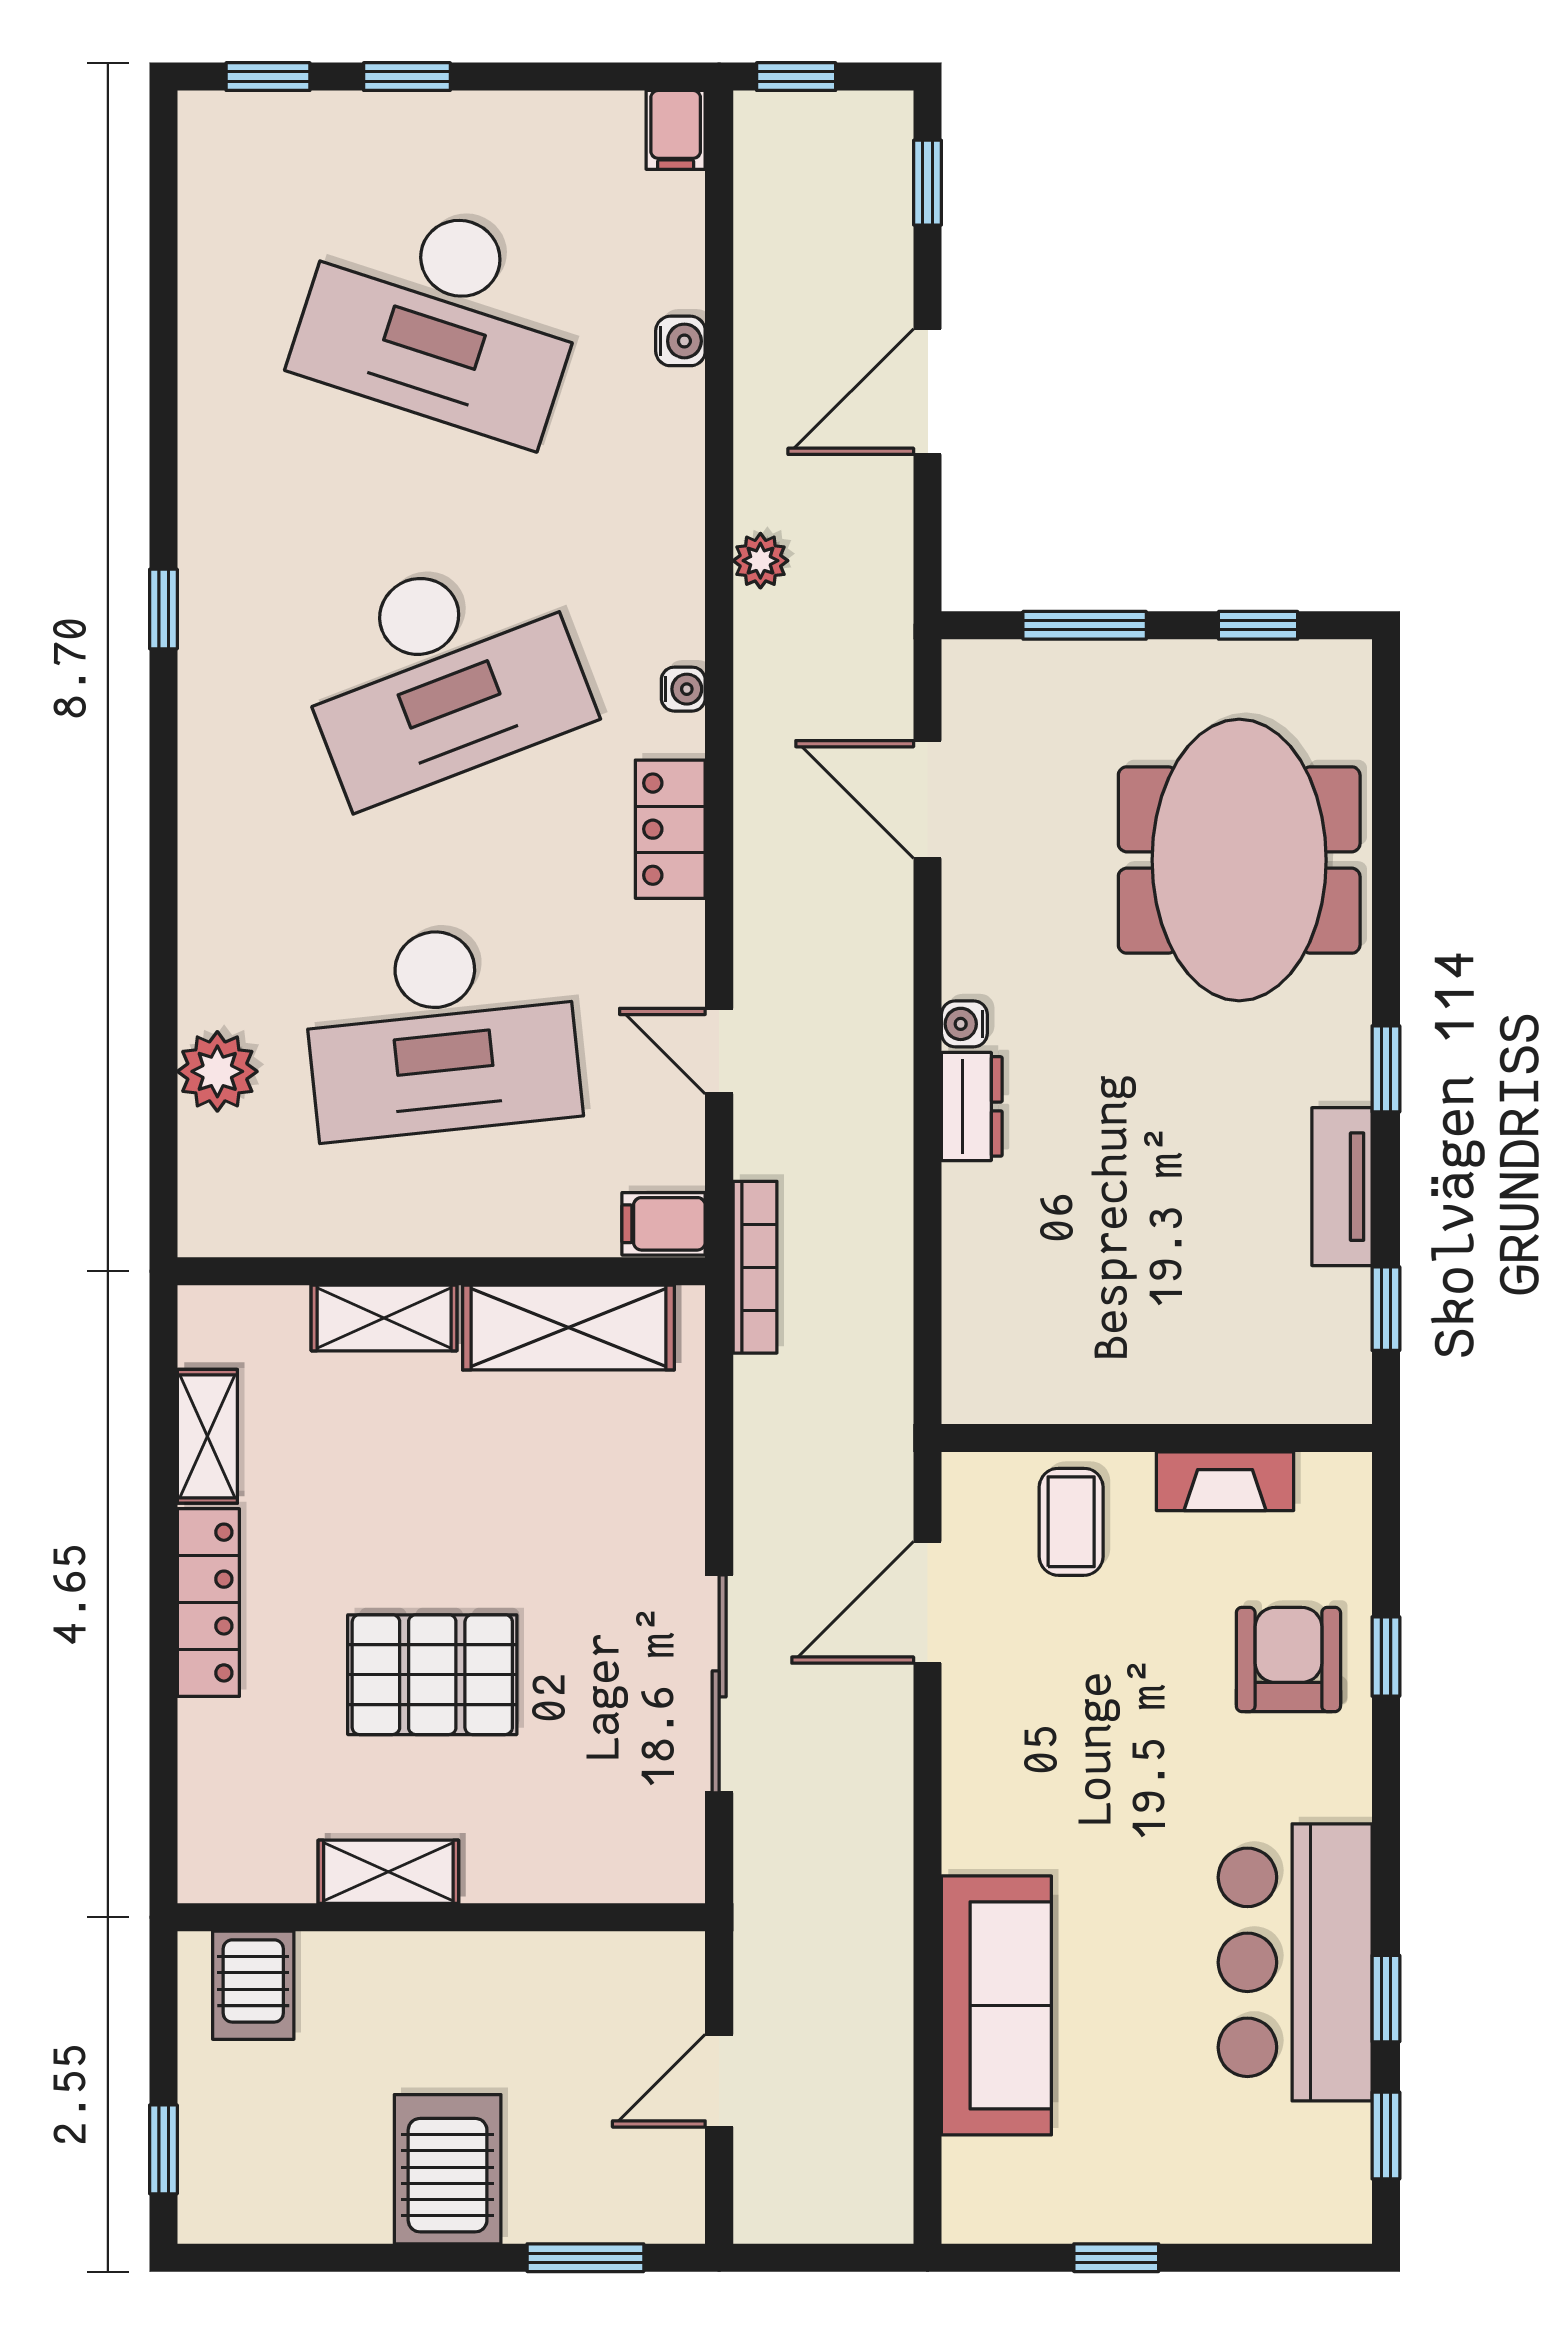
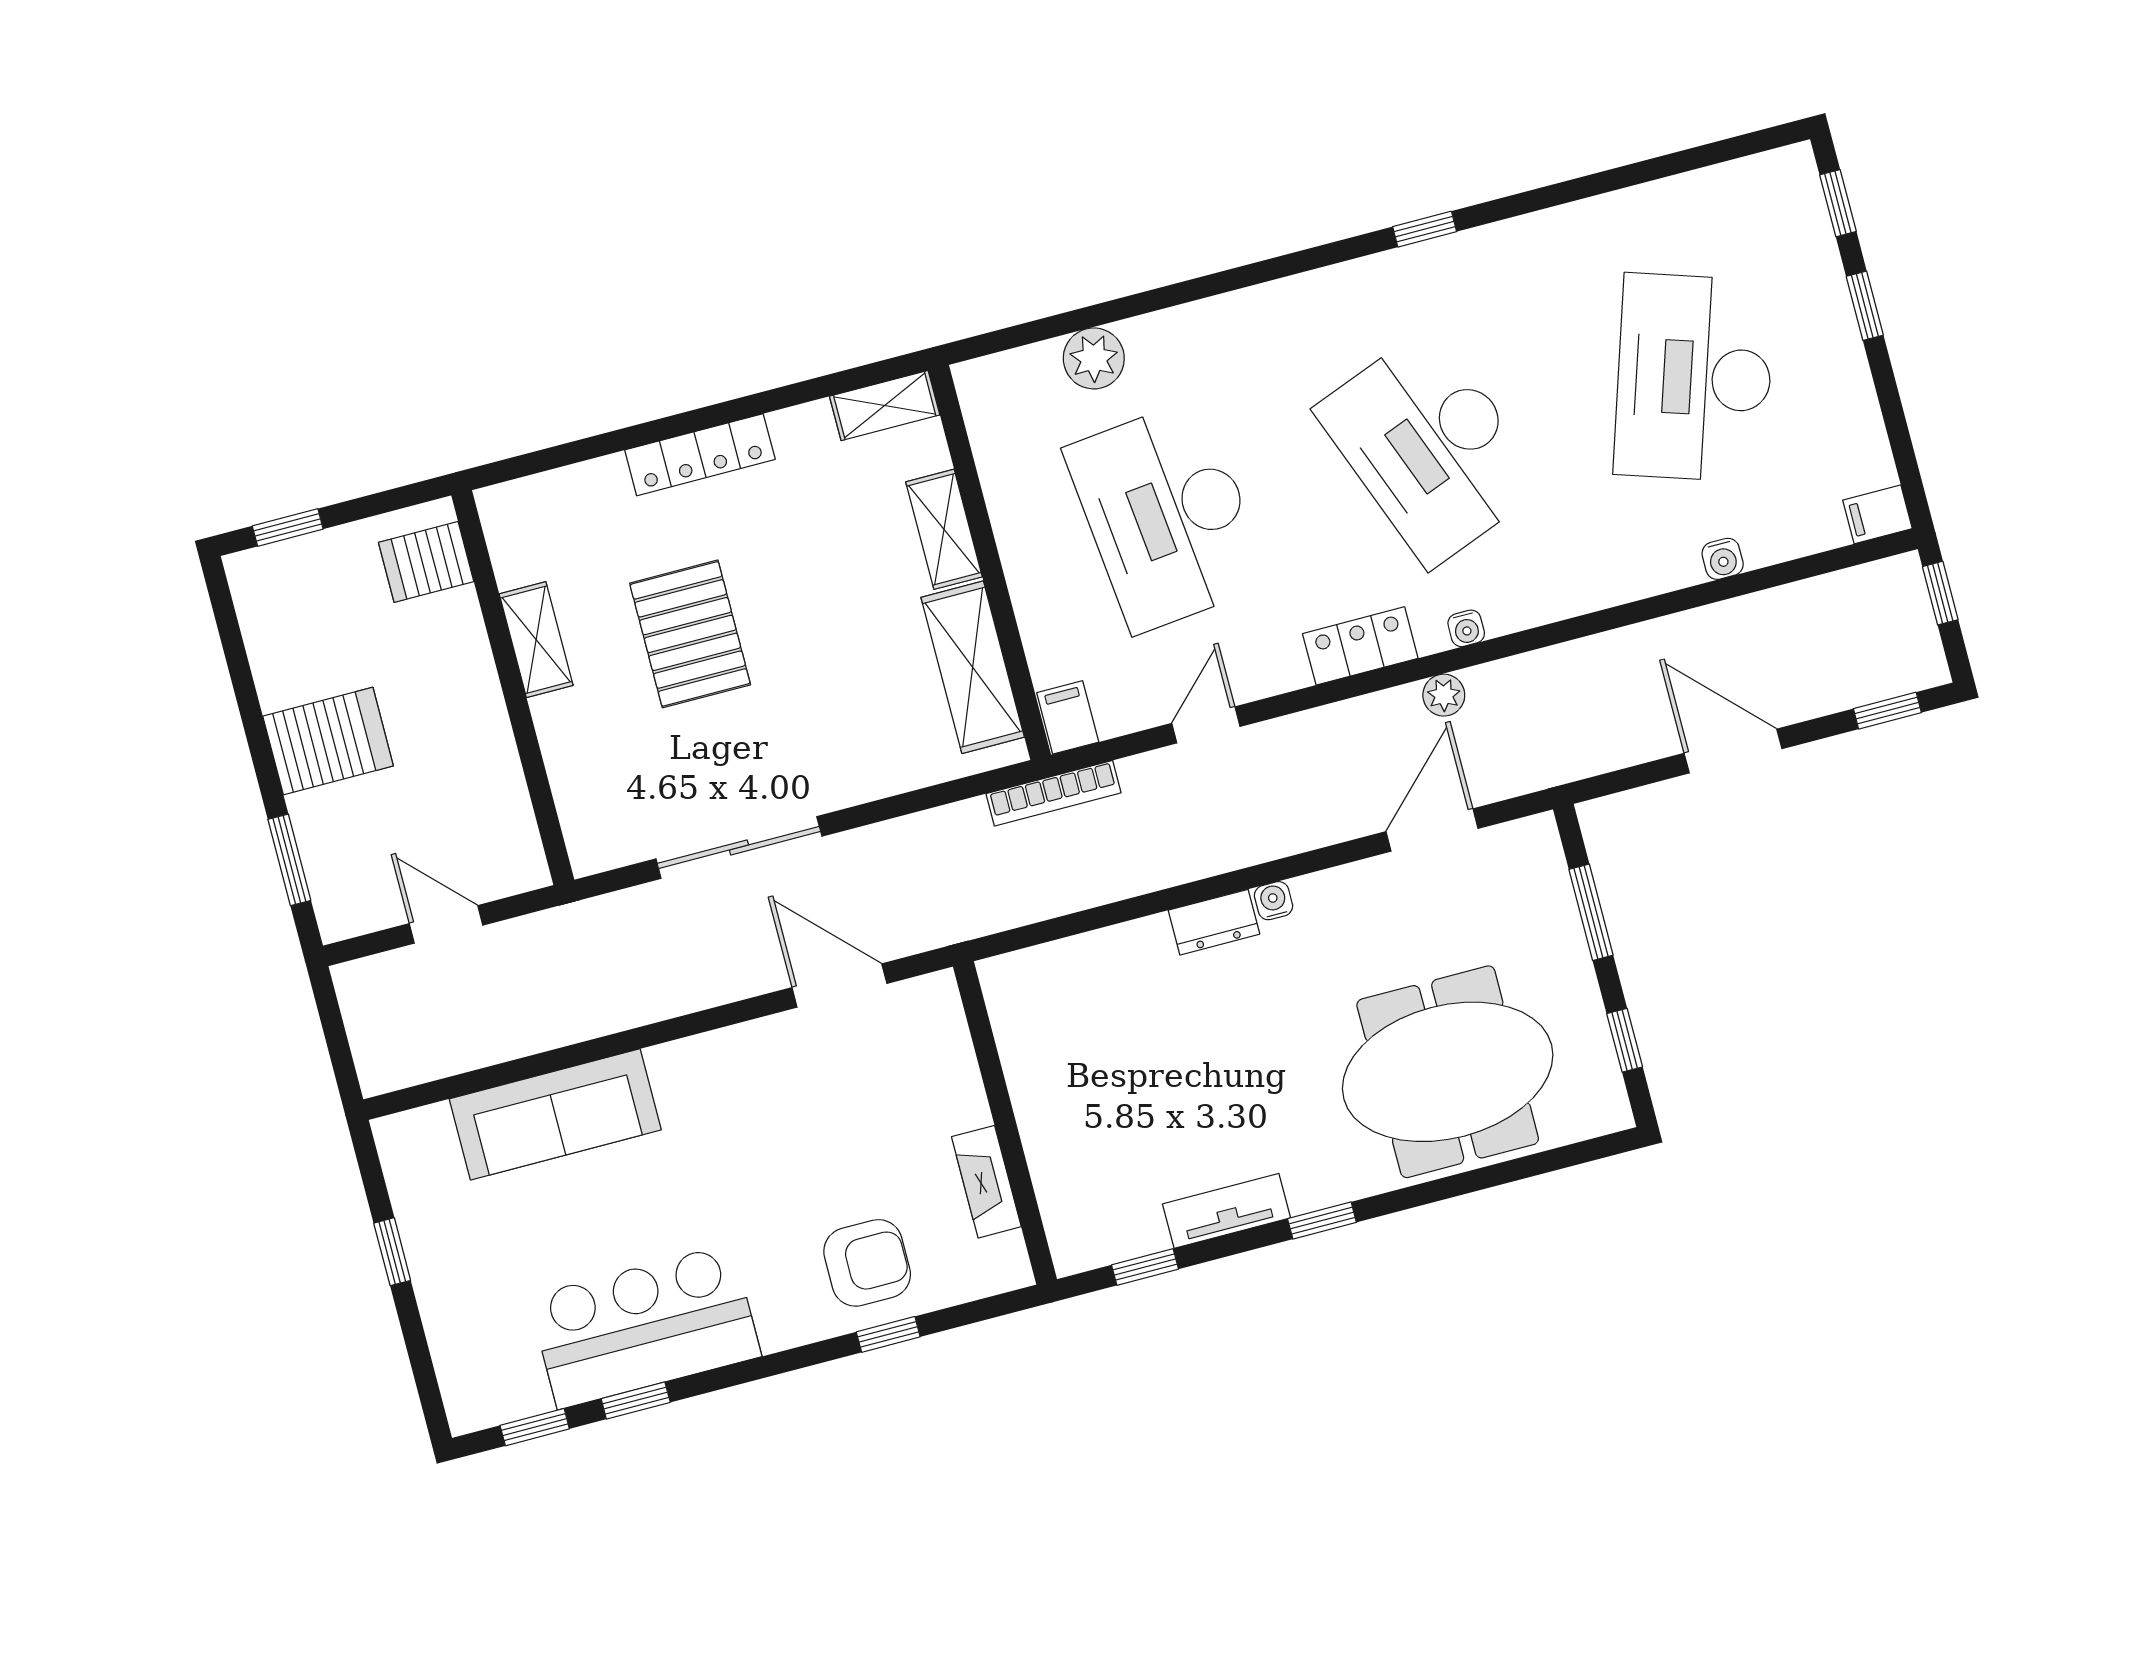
plant: (760, 561) -> (1444, 695), moved
shelving: (207, 1436) -> (885, 405), moved
coffee table: (1071, 1522) -> (927, 1076), removed

